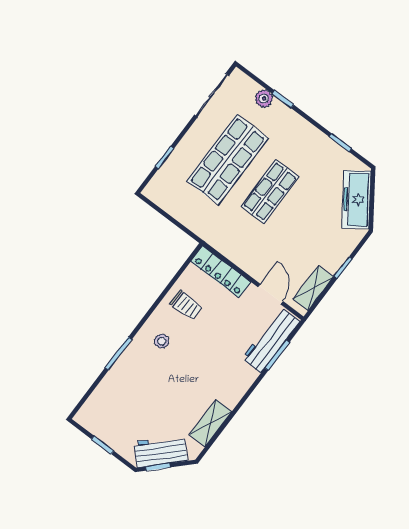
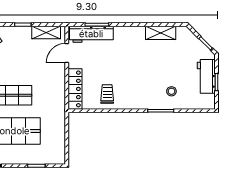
stool: (162, 341) -> (171, 91), moved
workbench: (161, 451) -> (206, 76), moved, turned 45

